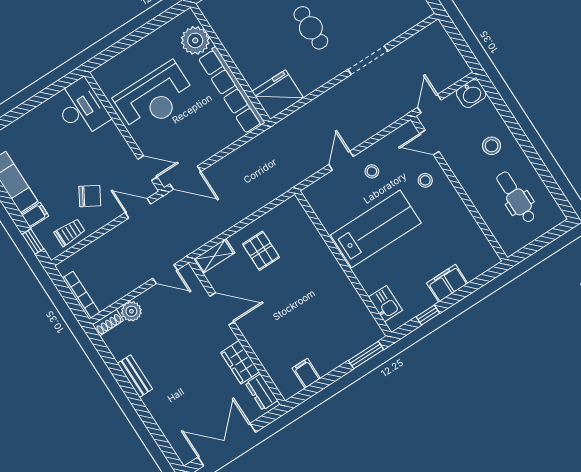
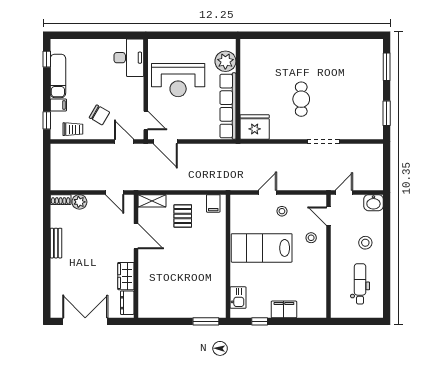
lab bench: (376, 229) -> (262, 248), turned 180
bookcase: (81, 295) -> (55, 172), removed
filing cabinet: (306, 373) -> (213, 203), moved, turned 180

